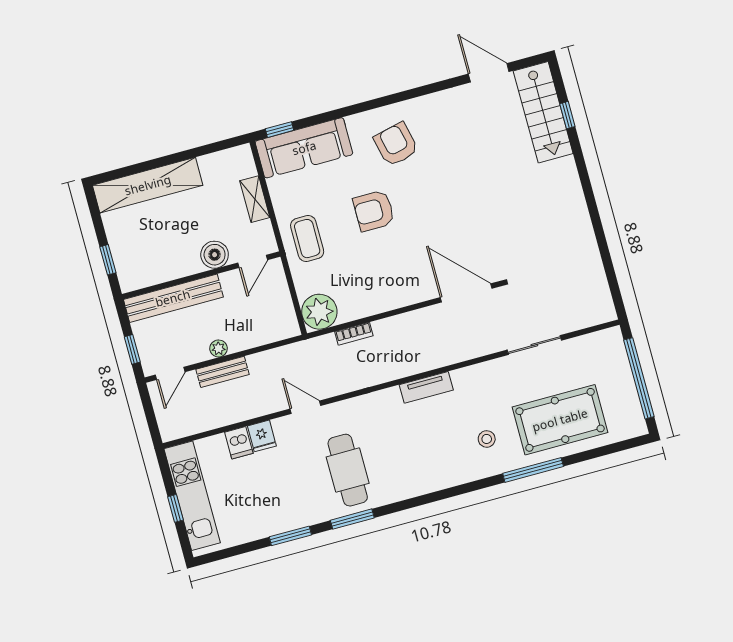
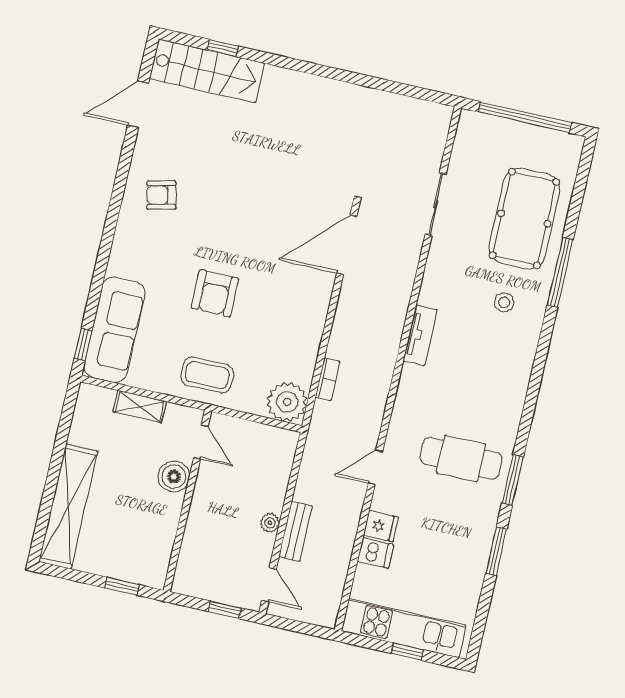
armchair: (396, 144) -> (161, 195), moved, width x0.72, depth x0.72
bench: (173, 298) -> (195, 541), removed

